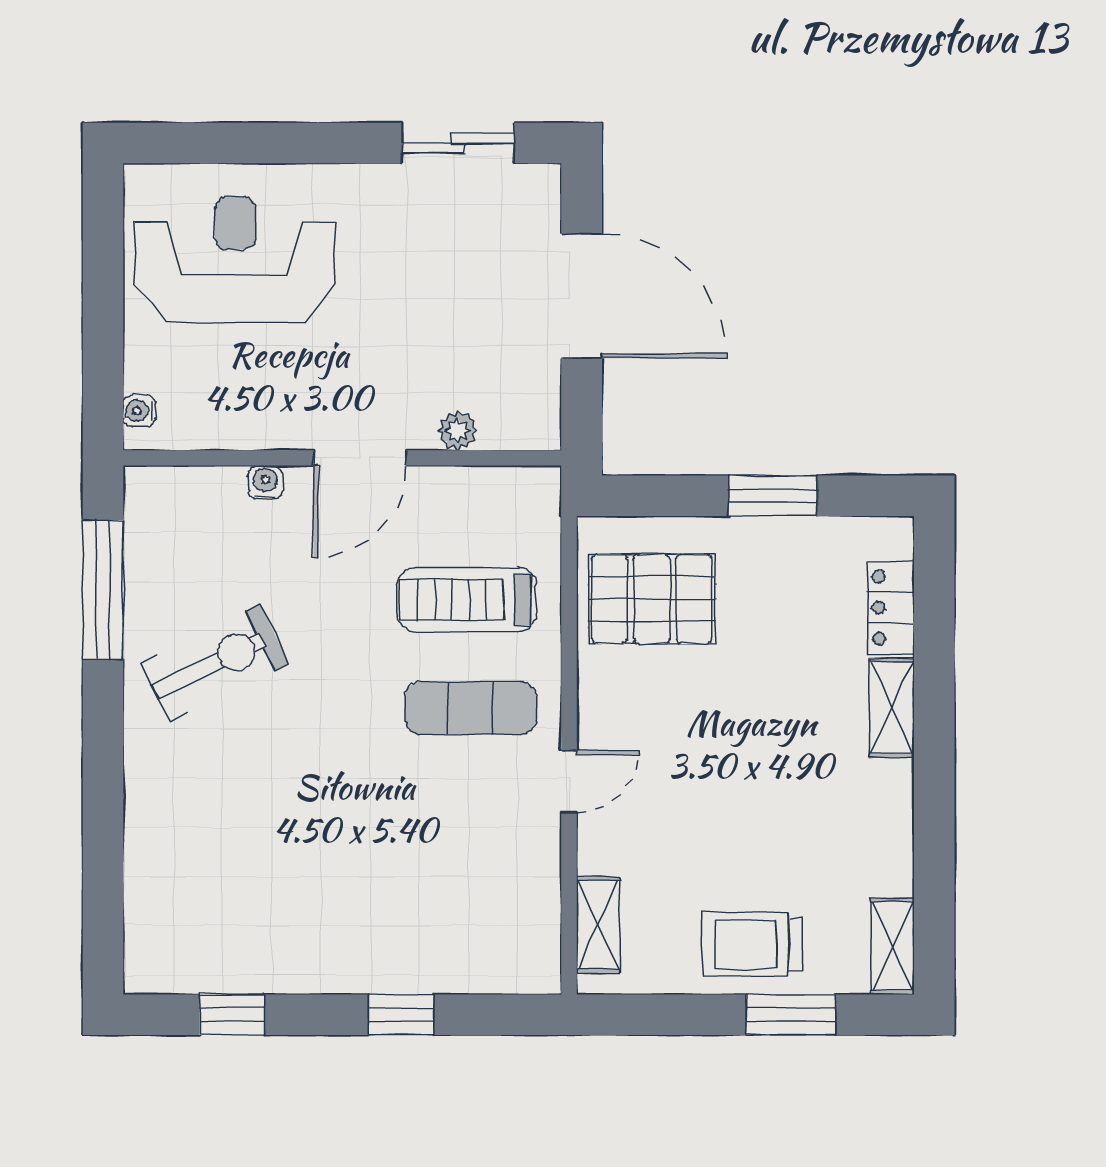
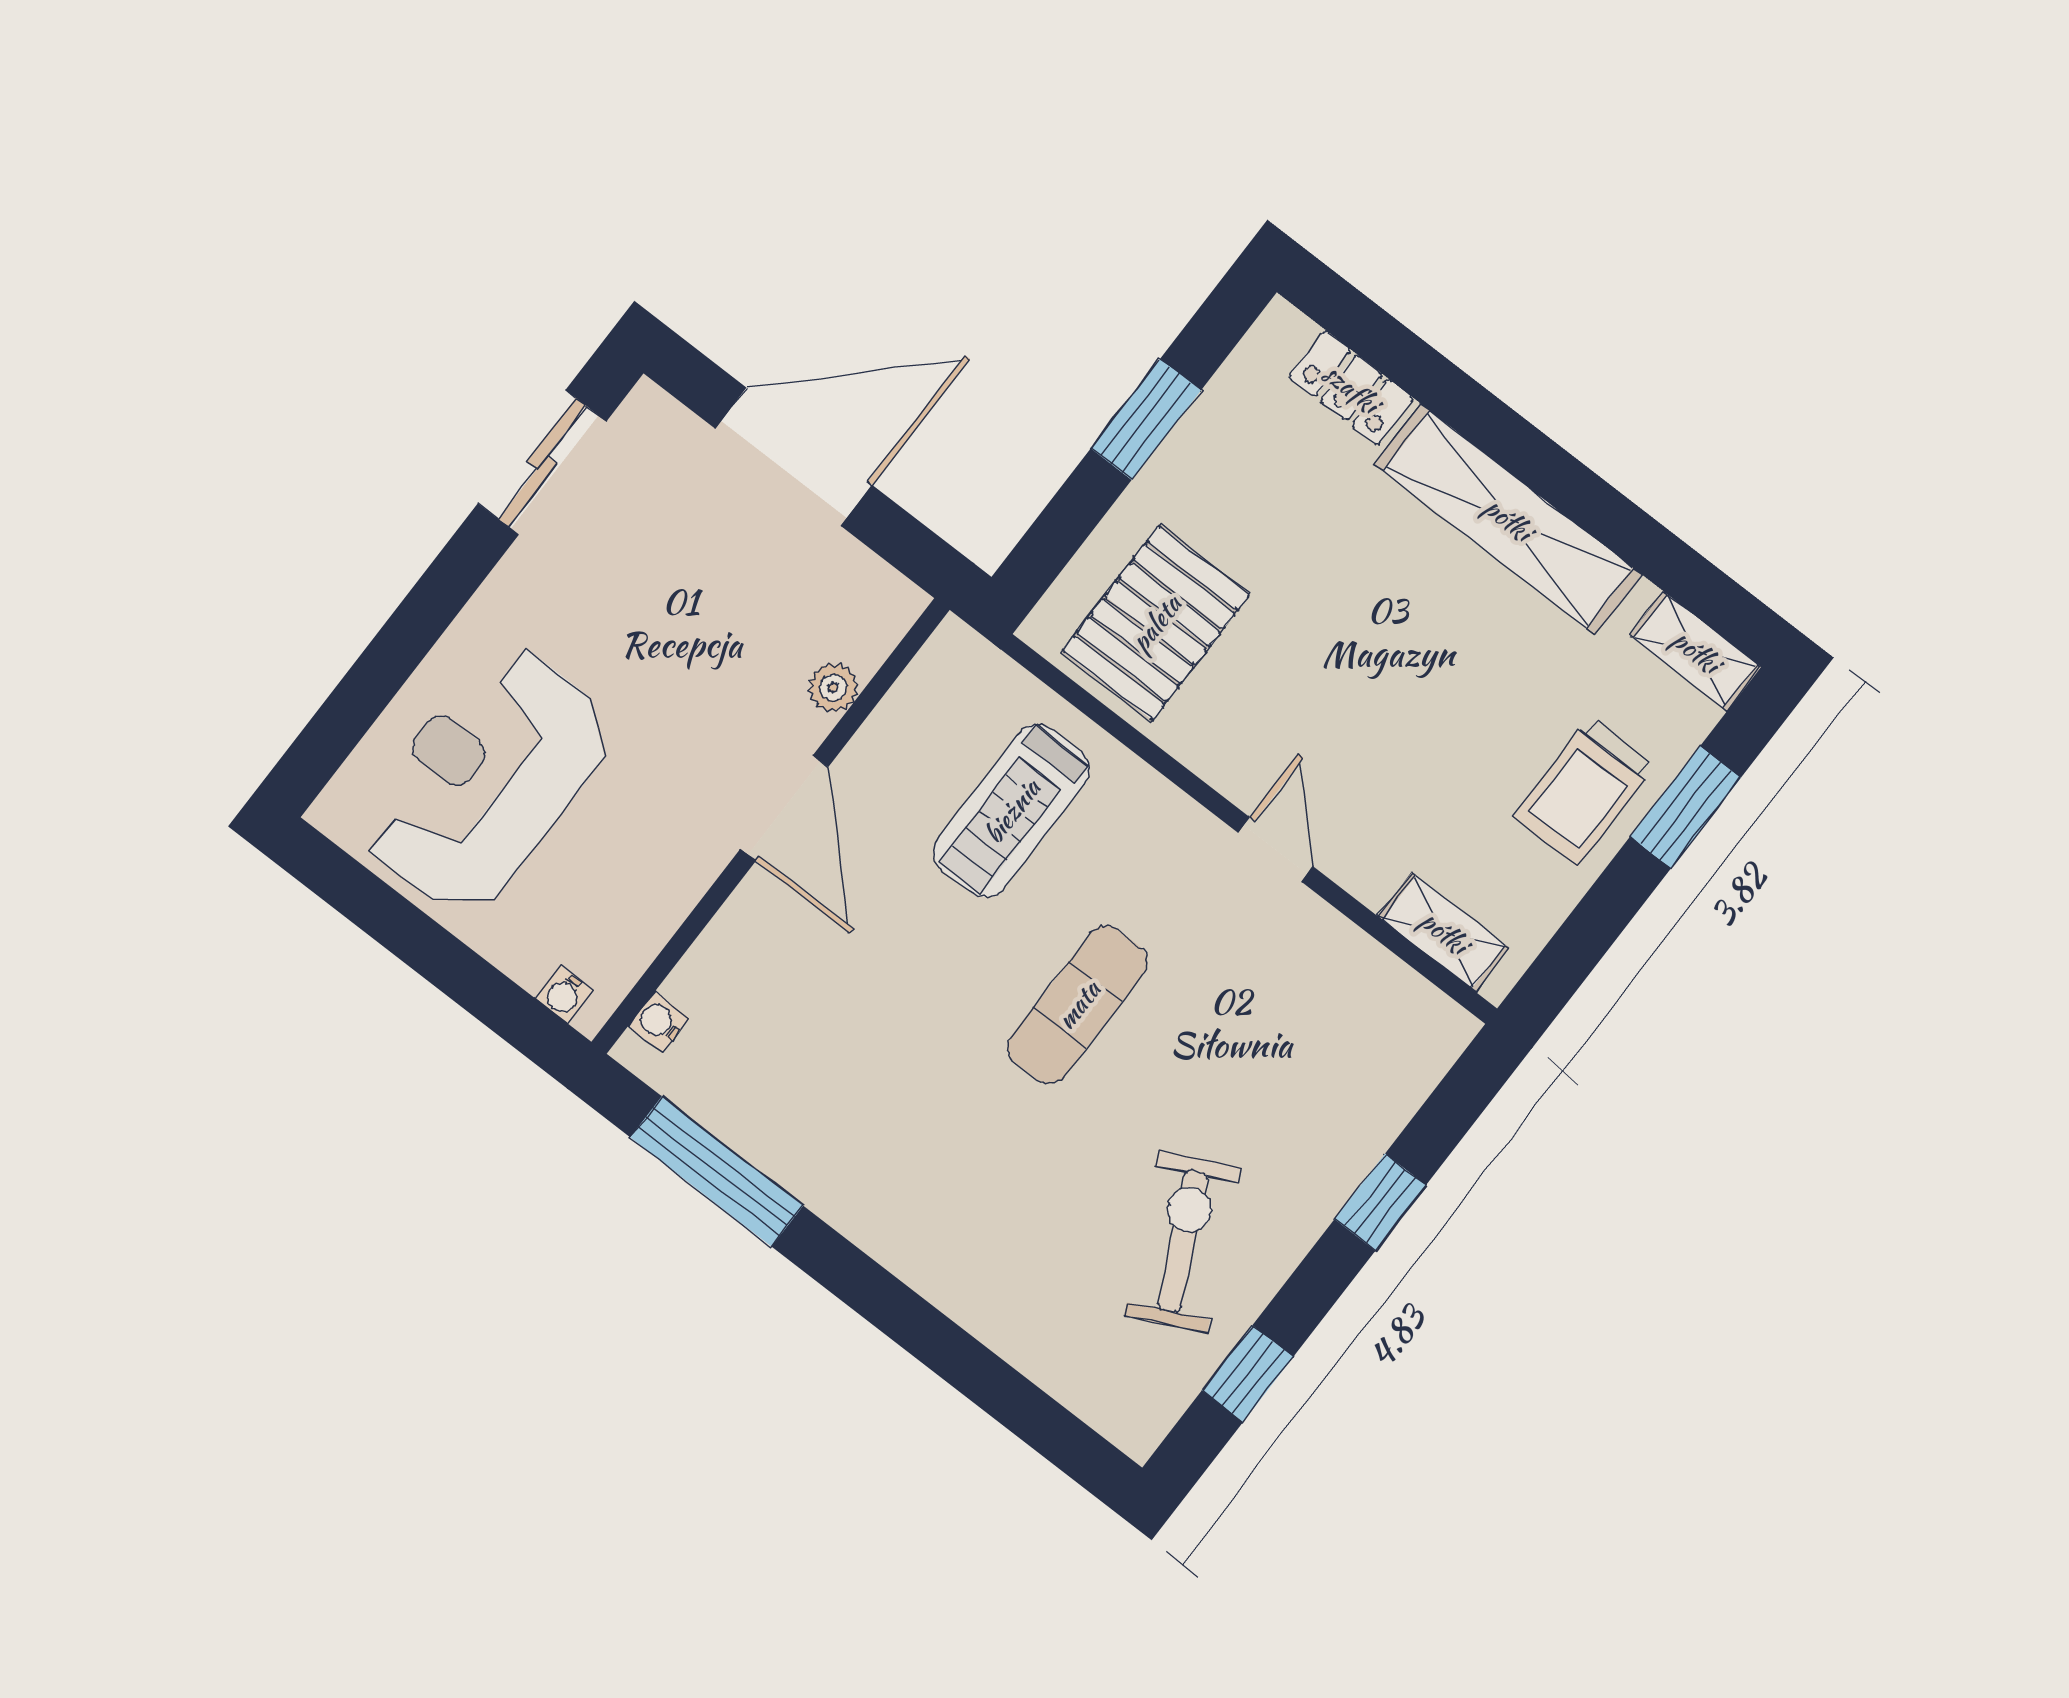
water cooler: (266, 483) -> (659, 1022), moved
exercise bike: (215, 663) -> (1183, 1241), moved
exercise mat: (471, 708) -> (1078, 1005), moved
shelving: (892, 708) -> (1508, 519), width x2.20, depth x1.33

